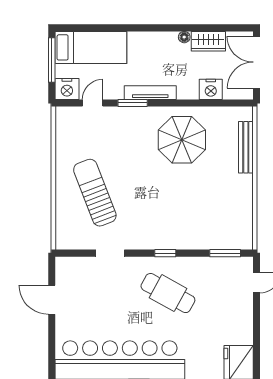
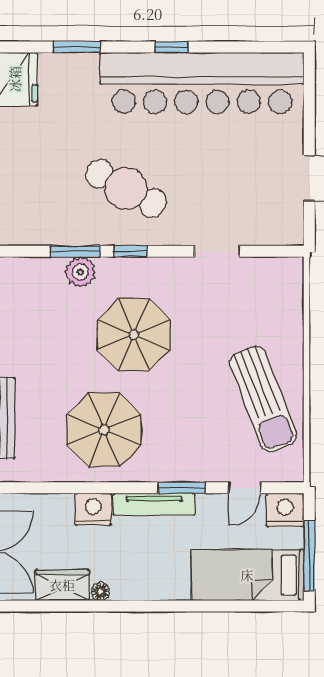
nightstand: (211, 89) -> (93, 509), moved
sun lounger: (95, 193) -> (263, 399), moved
parasol: (163, 200) -> (134, 335), added
plant: (197, 240) -> (80, 272), added
window: (225, 253) -> (75, 251), moved

